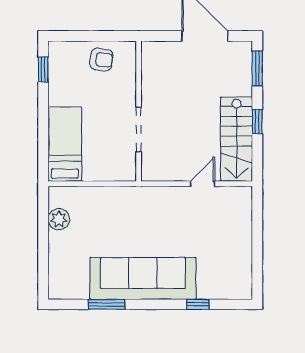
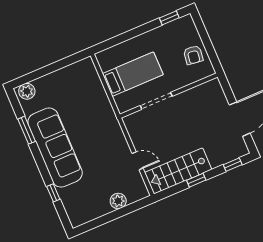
window: (257, 69) -> (233, 165), width x0.67
bed: (65, 144) -> (133, 74), moved
plant: (59, 219) -> (27, 91), moved
plant: (242, 229) -> (118, 201), added

